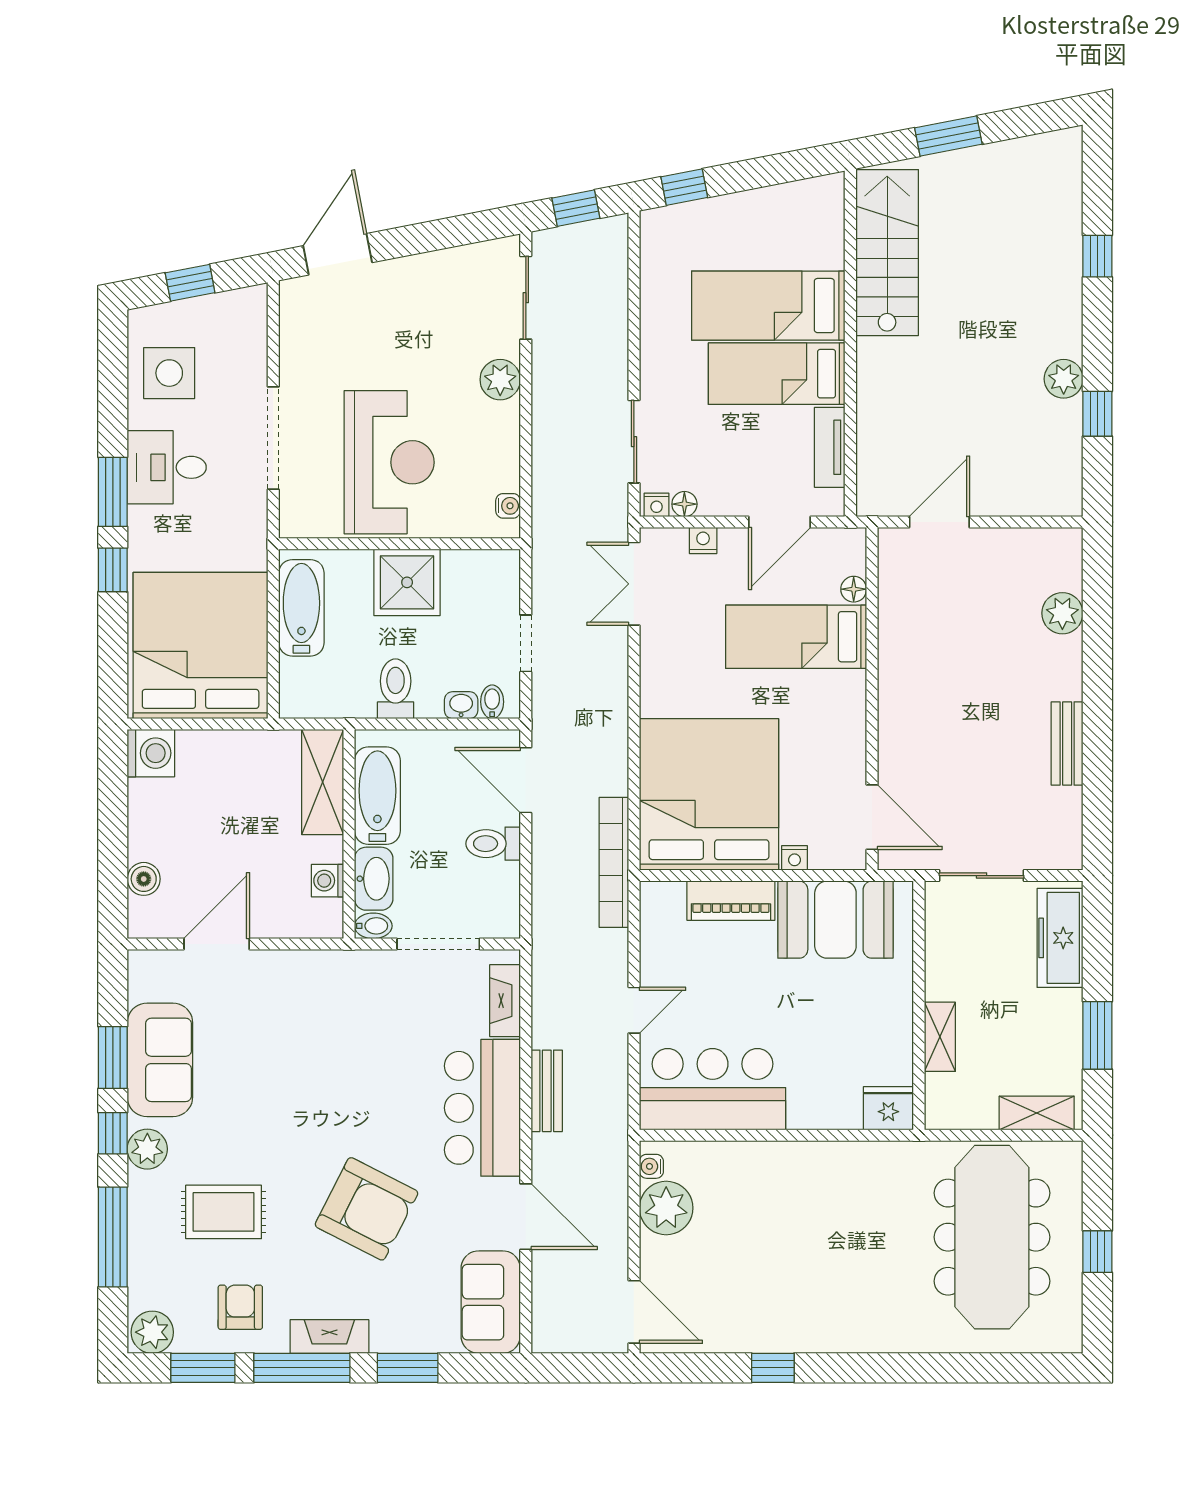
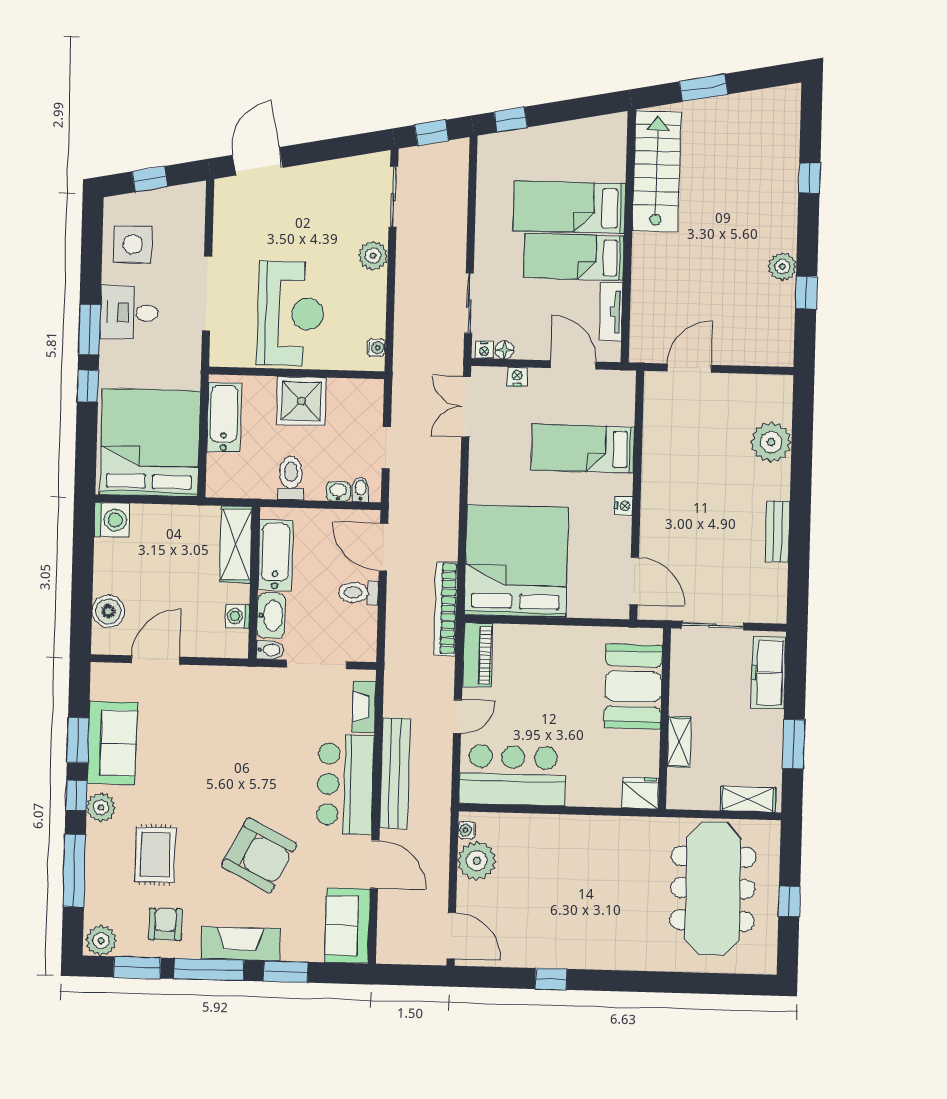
door: (780, 522) -> (573, 365), swing flipped
floor lamp: (854, 589) -> (626, 415), removed
plant: (1062, 613) -> (771, 442), width x1.36, depth x1.36
nightstand: (795, 858) -> (624, 506), moved, turned -90
boiler: (144, 879) -> (108, 611), width x1.36, depth x1.36
piano: (731, 901) -> (477, 655), moved, turned -90
booth: (835, 920) -> (633, 686), moved, turned 90
bench: (547, 1091) -> (395, 773), width x1.86, depth x1.21
rug: (224, 1212) -> (155, 855), turned 90
fireplace: (329, 1337) -> (240, 944), width x1.37, depth x1.32

